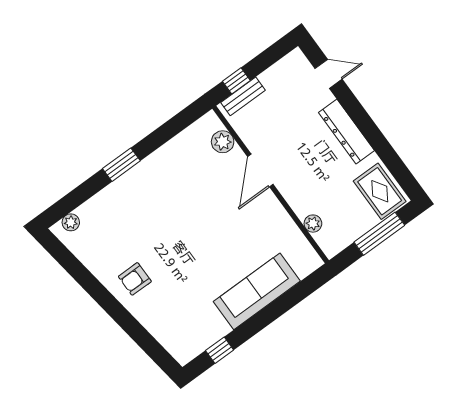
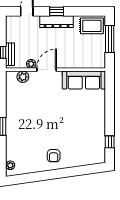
window: (362, 120) -> (57, 11), added
door: (260, 170) -> (47, 70), swing flipped
plant: (313, 224) -> (31, 64), moved
sofa: (257, 291) -> (84, 80), moved, turned -90

